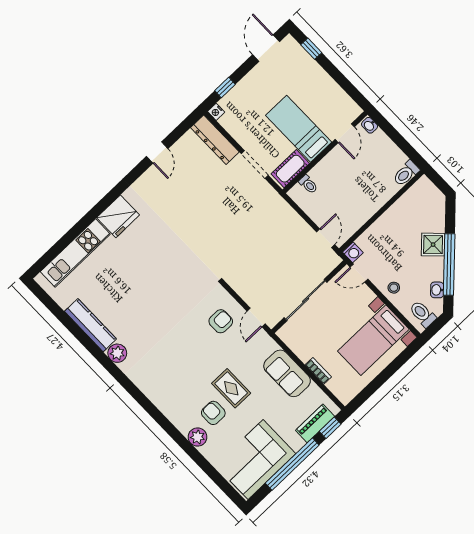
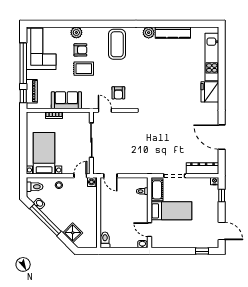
door: (157, 153) -> (222, 137), width x1.88
shower: (433, 245) -> (73, 233), moved
coffee table: (166, 377) -> (117, 44), added

